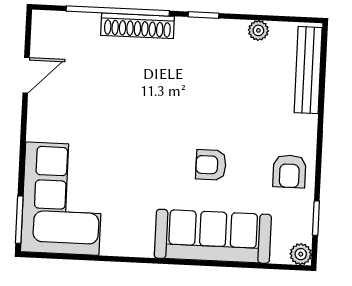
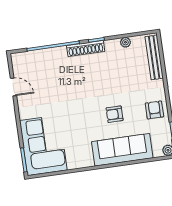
shoe rack: (138, 26) -> (86, 49), moved
door: (26, 75) -> (13, 87), hinge flipped
armchair: (289, 171) -> (154, 110), turned 180

